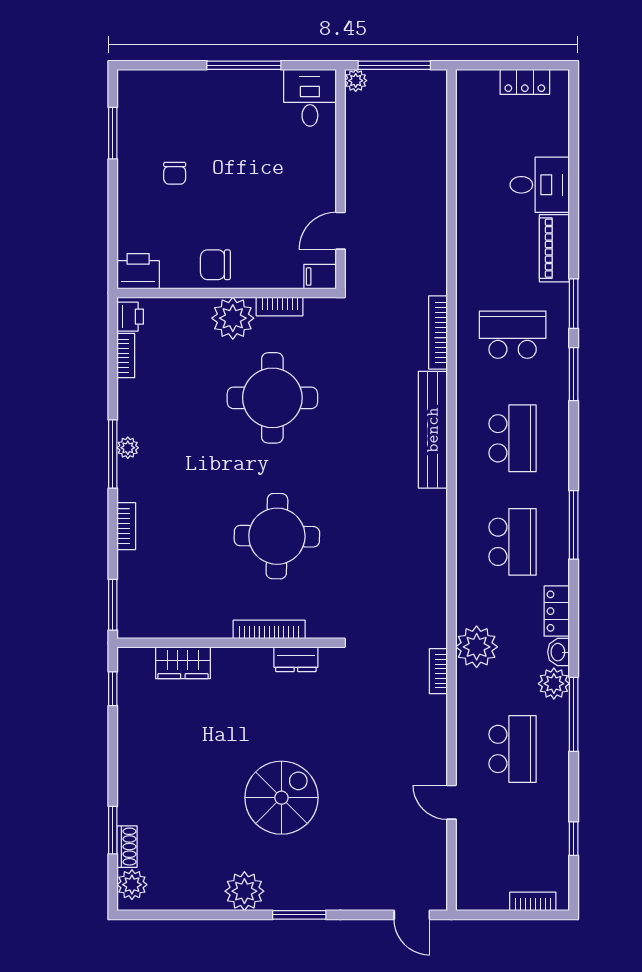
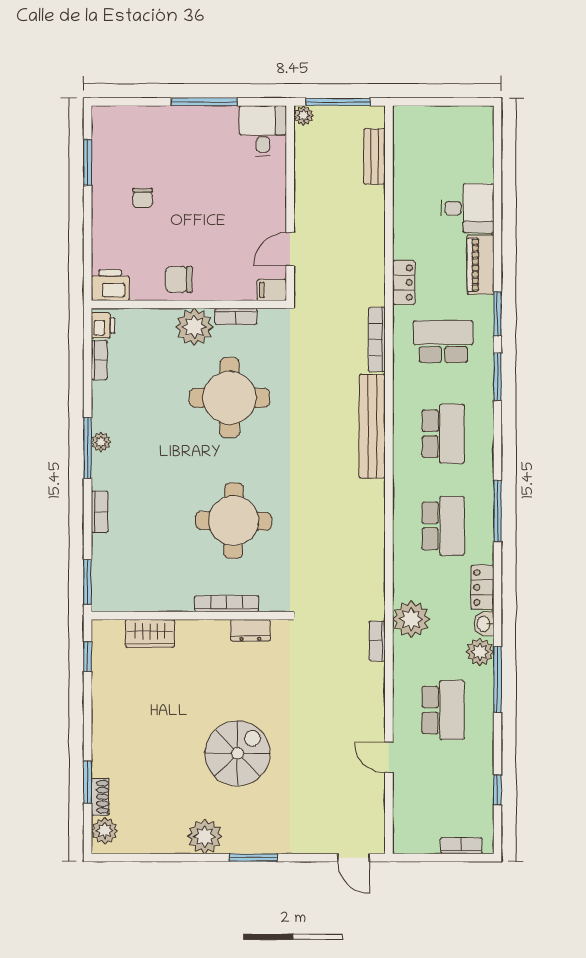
locker: (525, 82) -> (404, 282), moved, turned -90
bench: (435, 127) -> (374, 157), added

